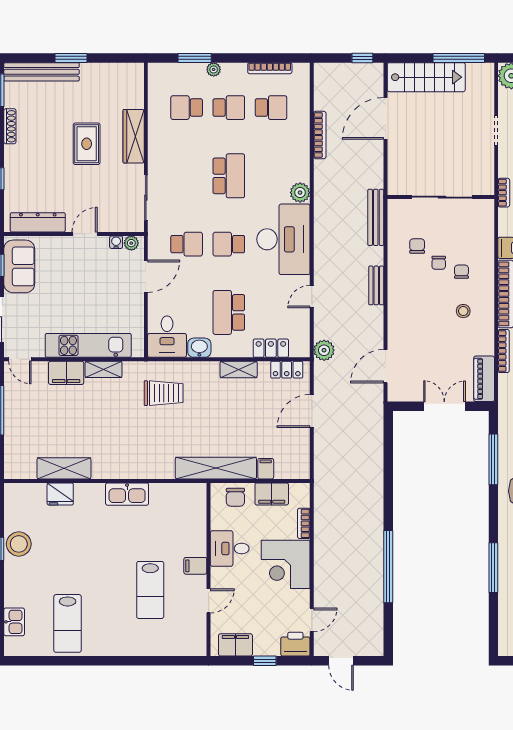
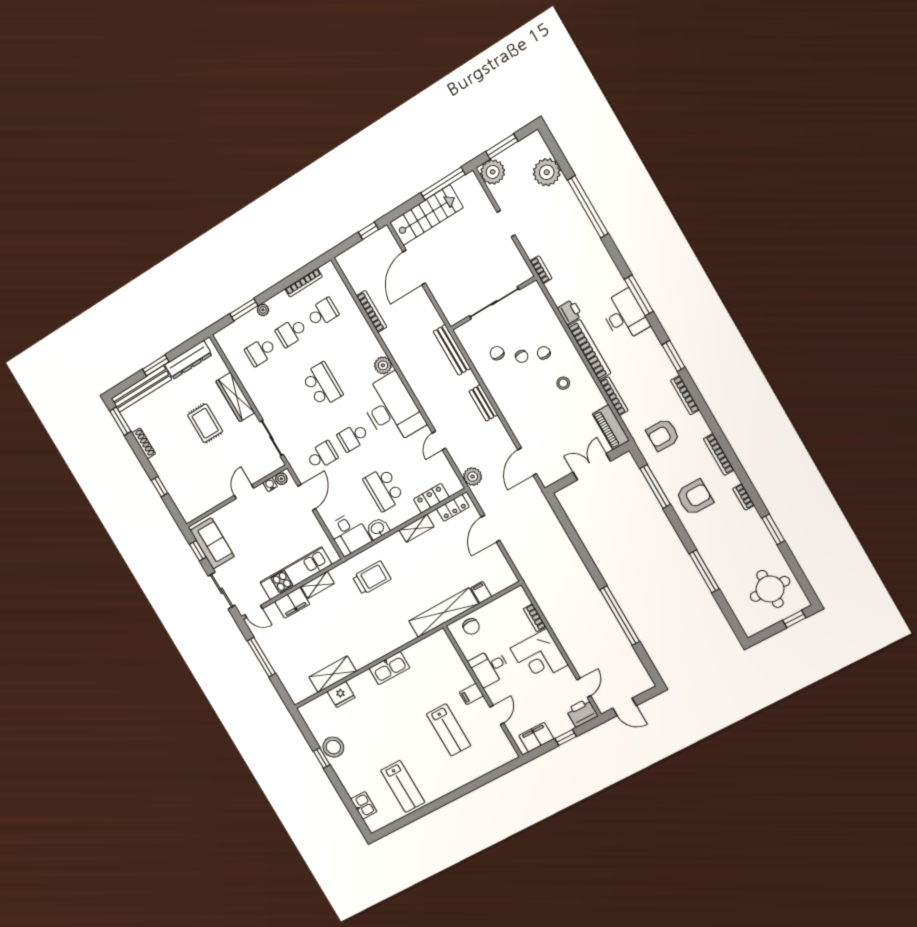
school desk: (229, 108) -> (291, 332), turned 180
dresser: (38, 222) -> (188, 360), moved, turned 180
filing cabinet: (272, 494) -> (497, 609), removed

